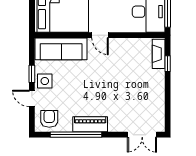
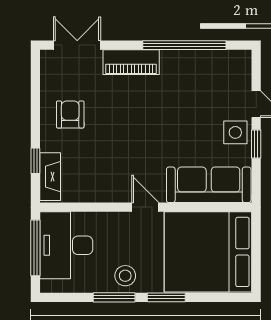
armchair: (49, 119) -> (70, 114), moved, turned 180
piano: (90, 124) -> (131, 62), moved

